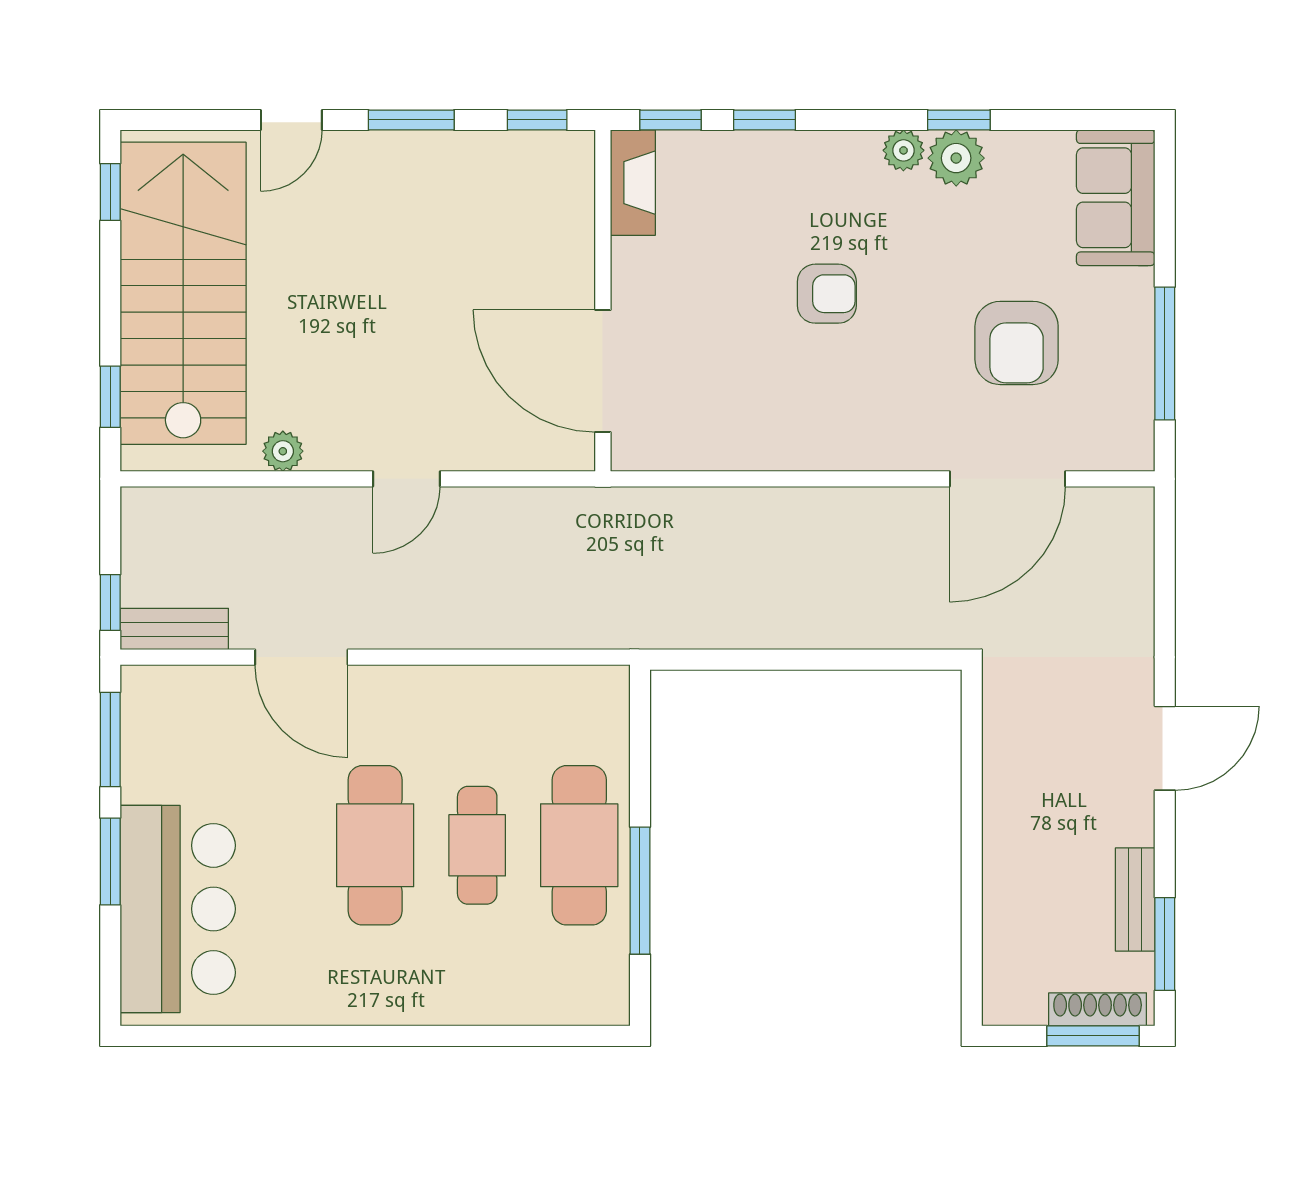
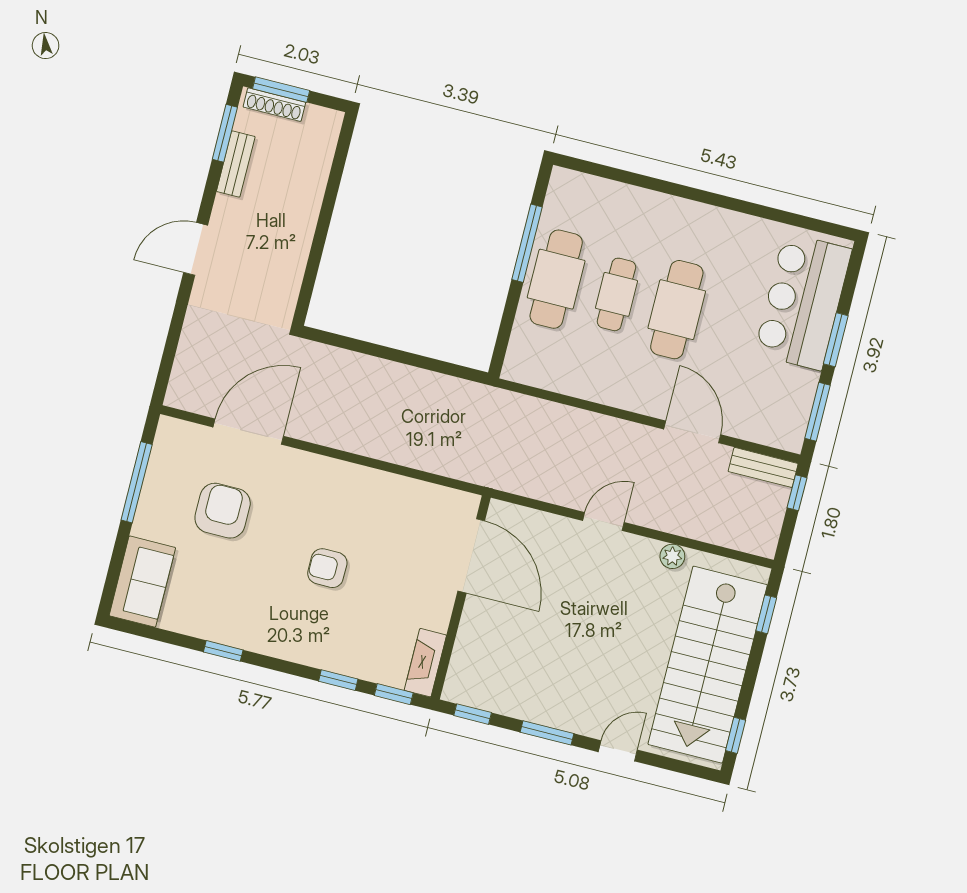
plant: (903, 150) -> (261, 641), removed
plant: (956, 158) -> (231, 629), removed

